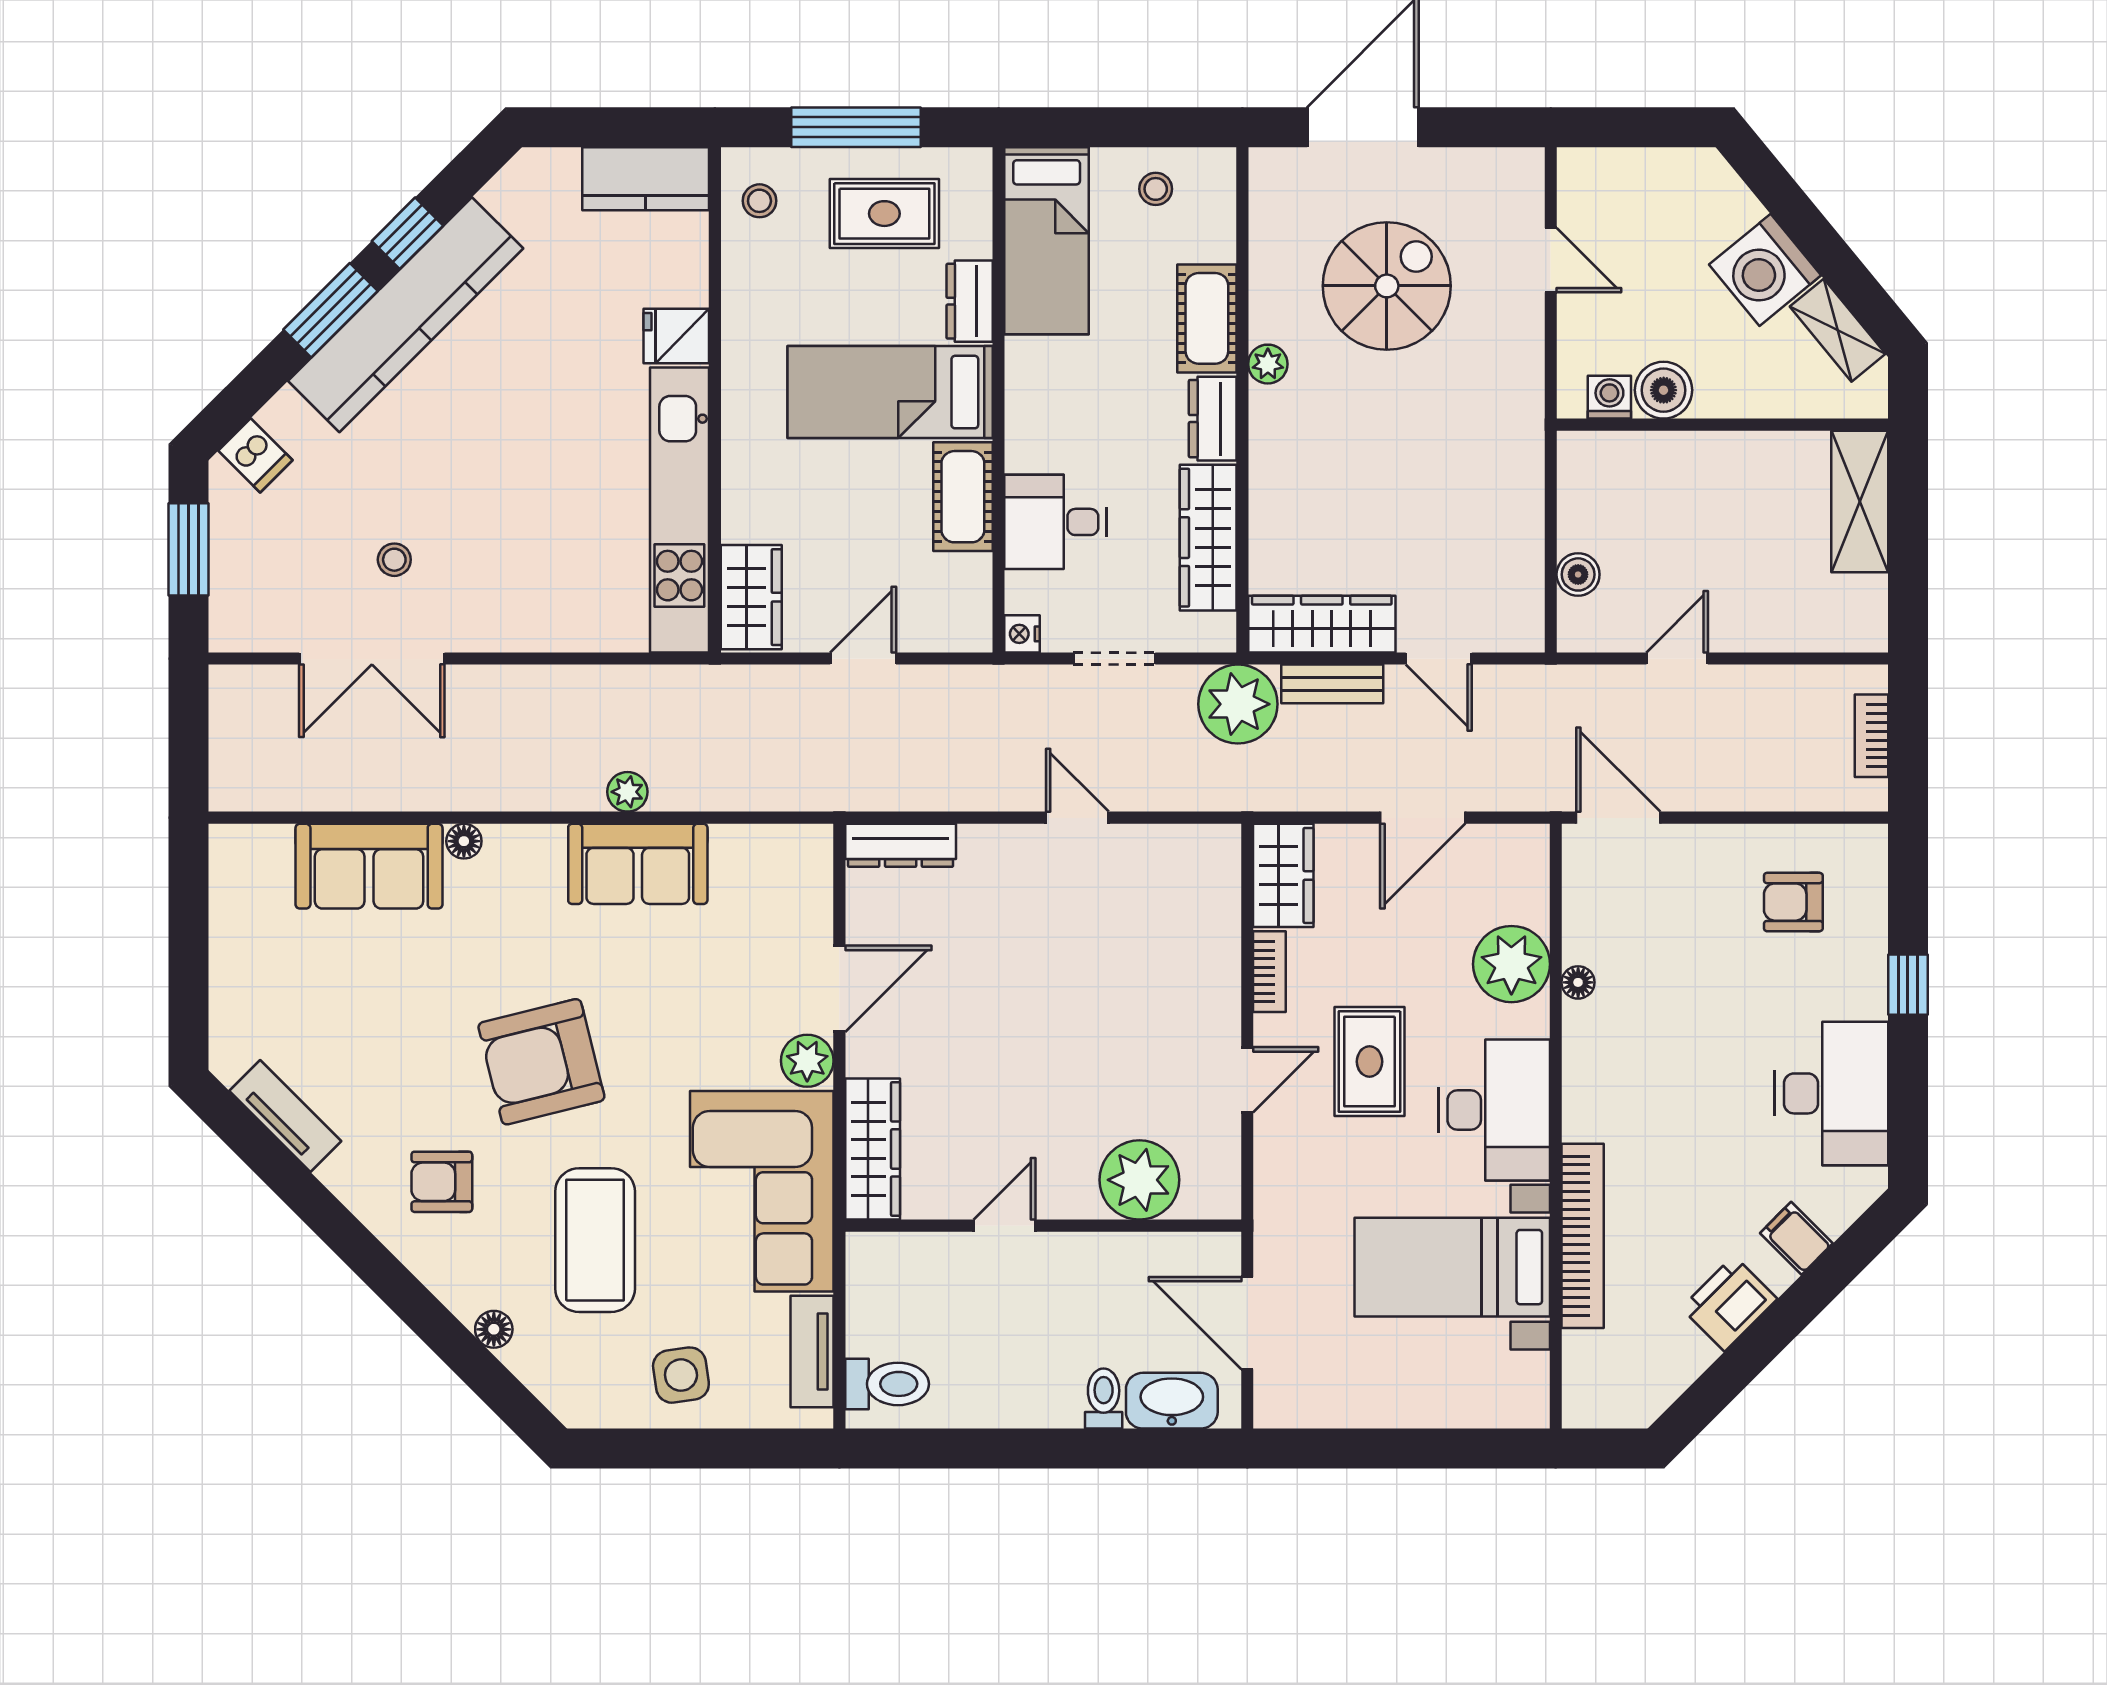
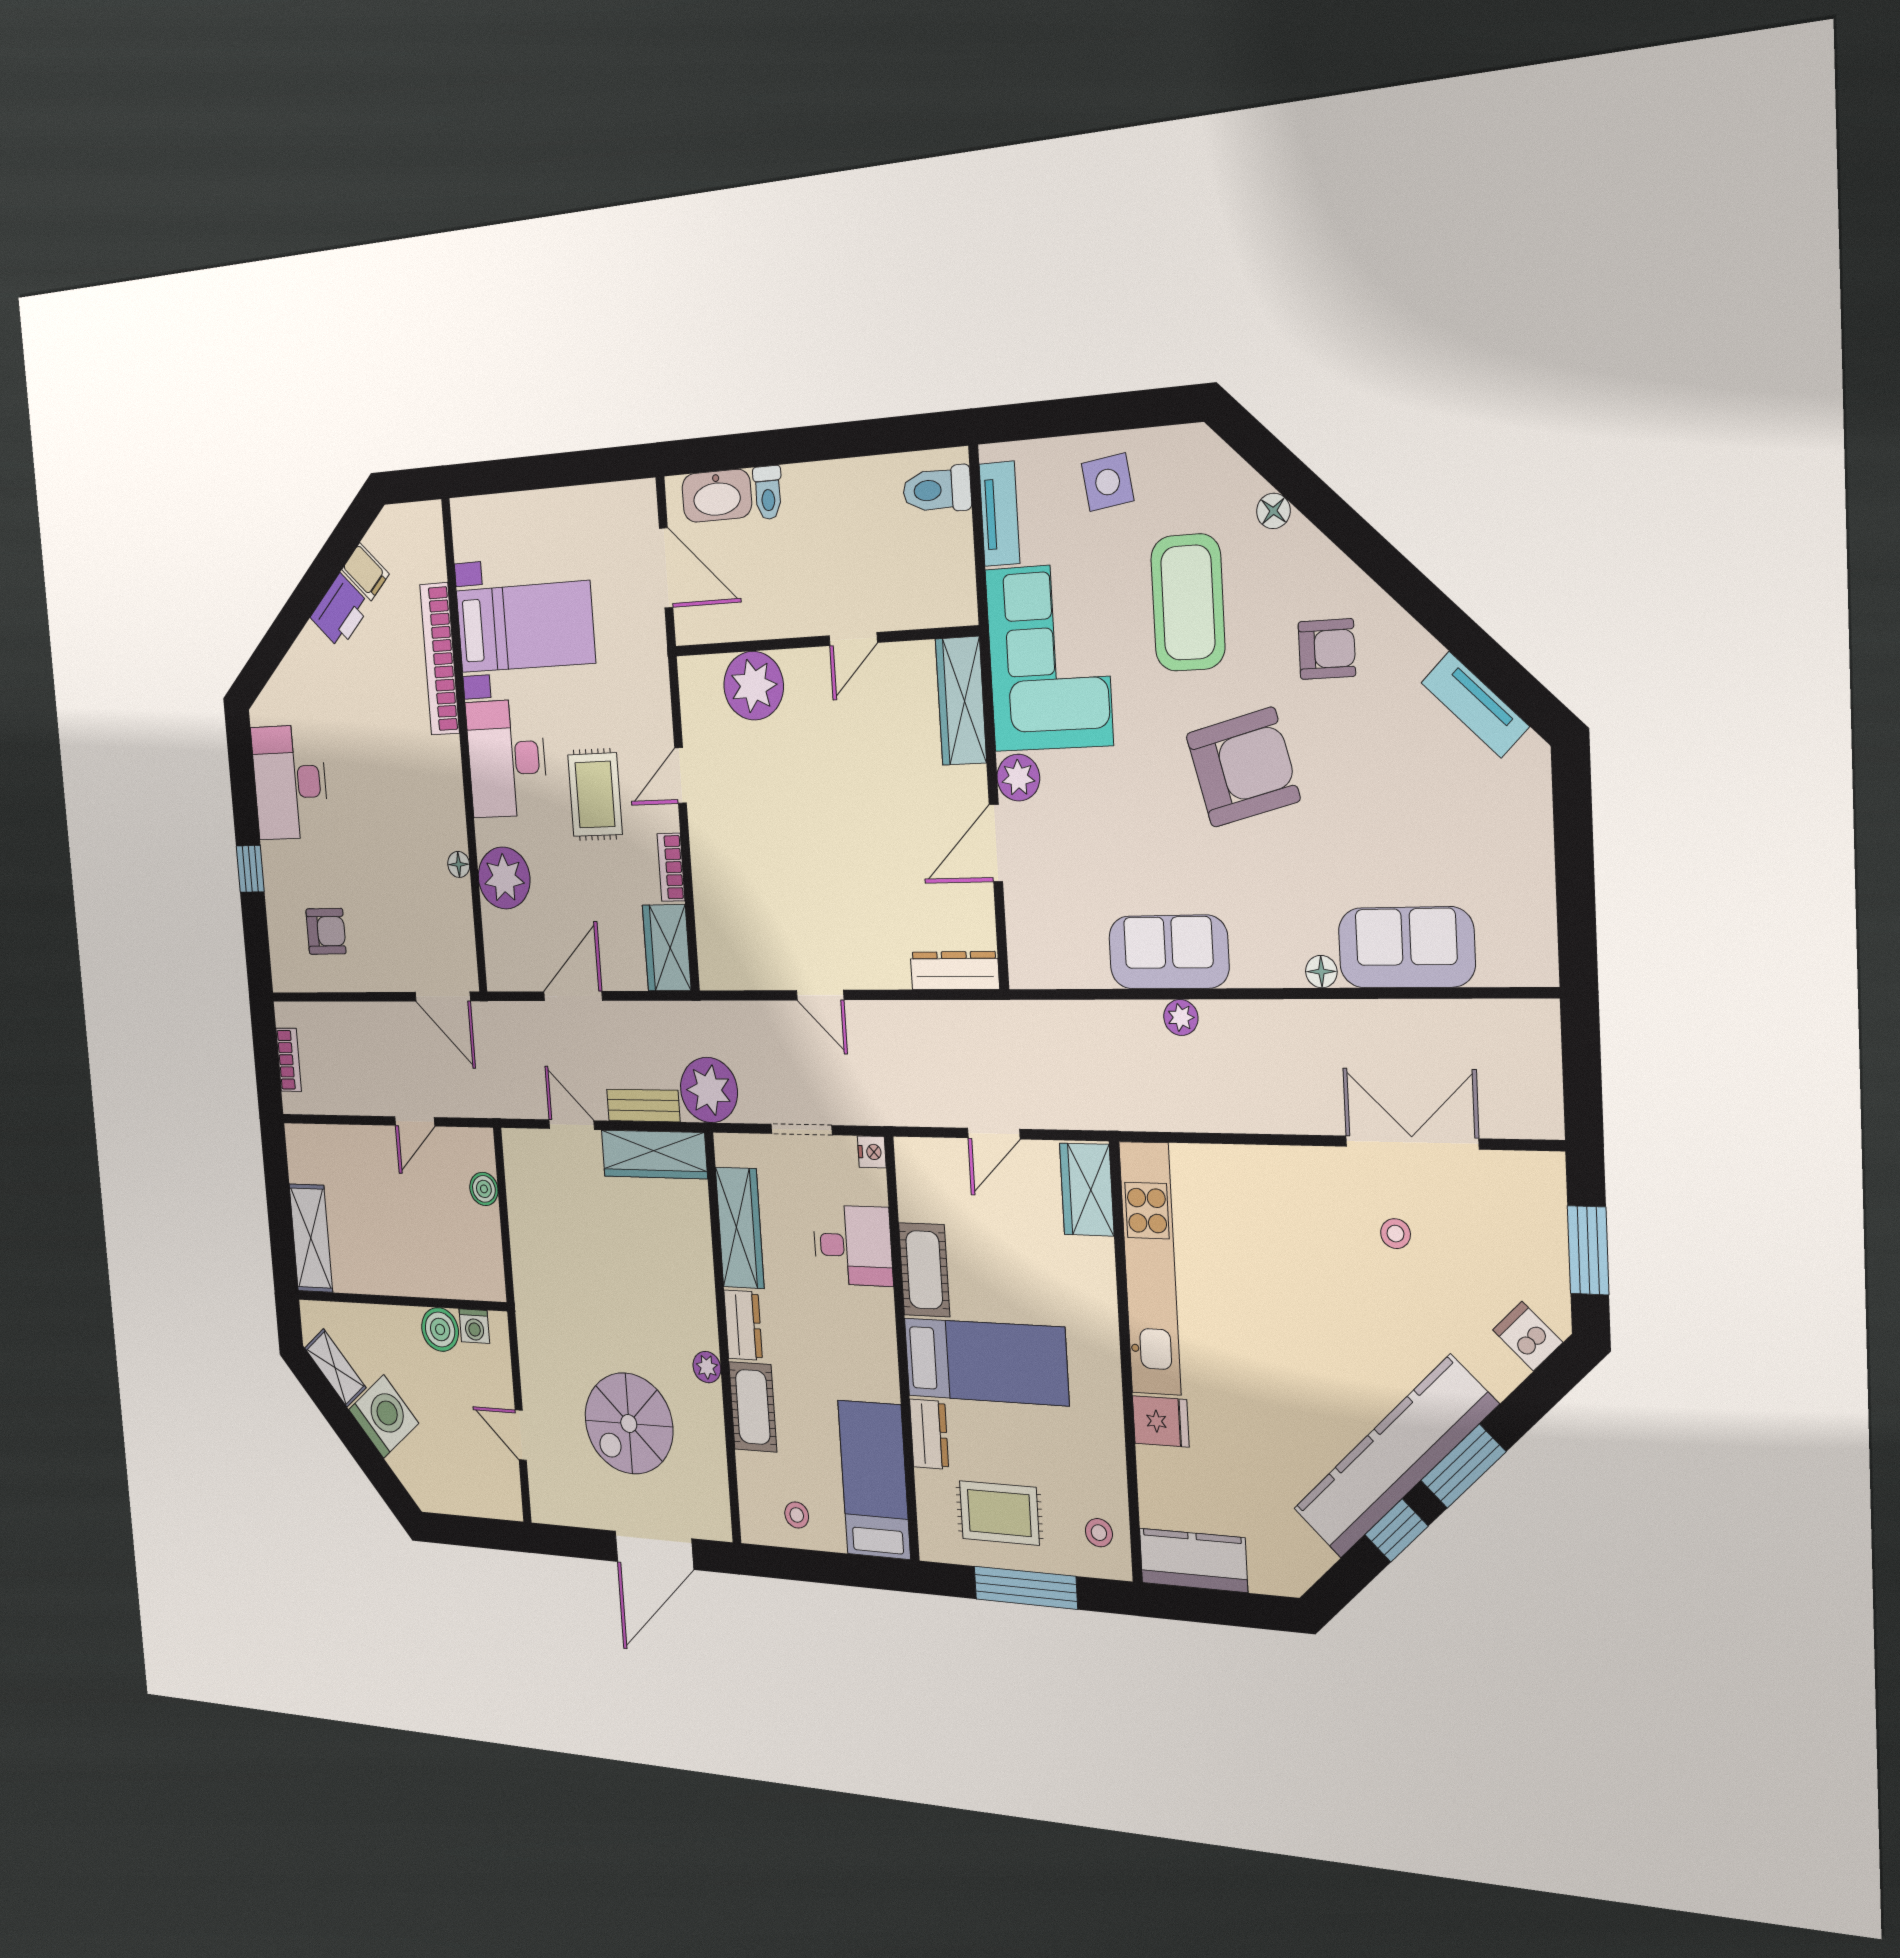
filing cabinet: (1796, 1238) -> (365, 572), moved

